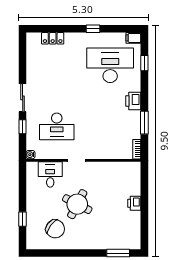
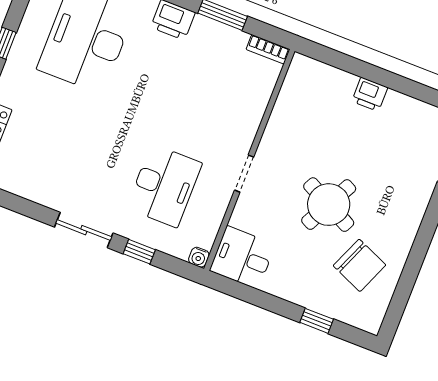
desk: (50, 174) -> (242, 258), moved
chair: (55, 229) -> (360, 265), turned 76

